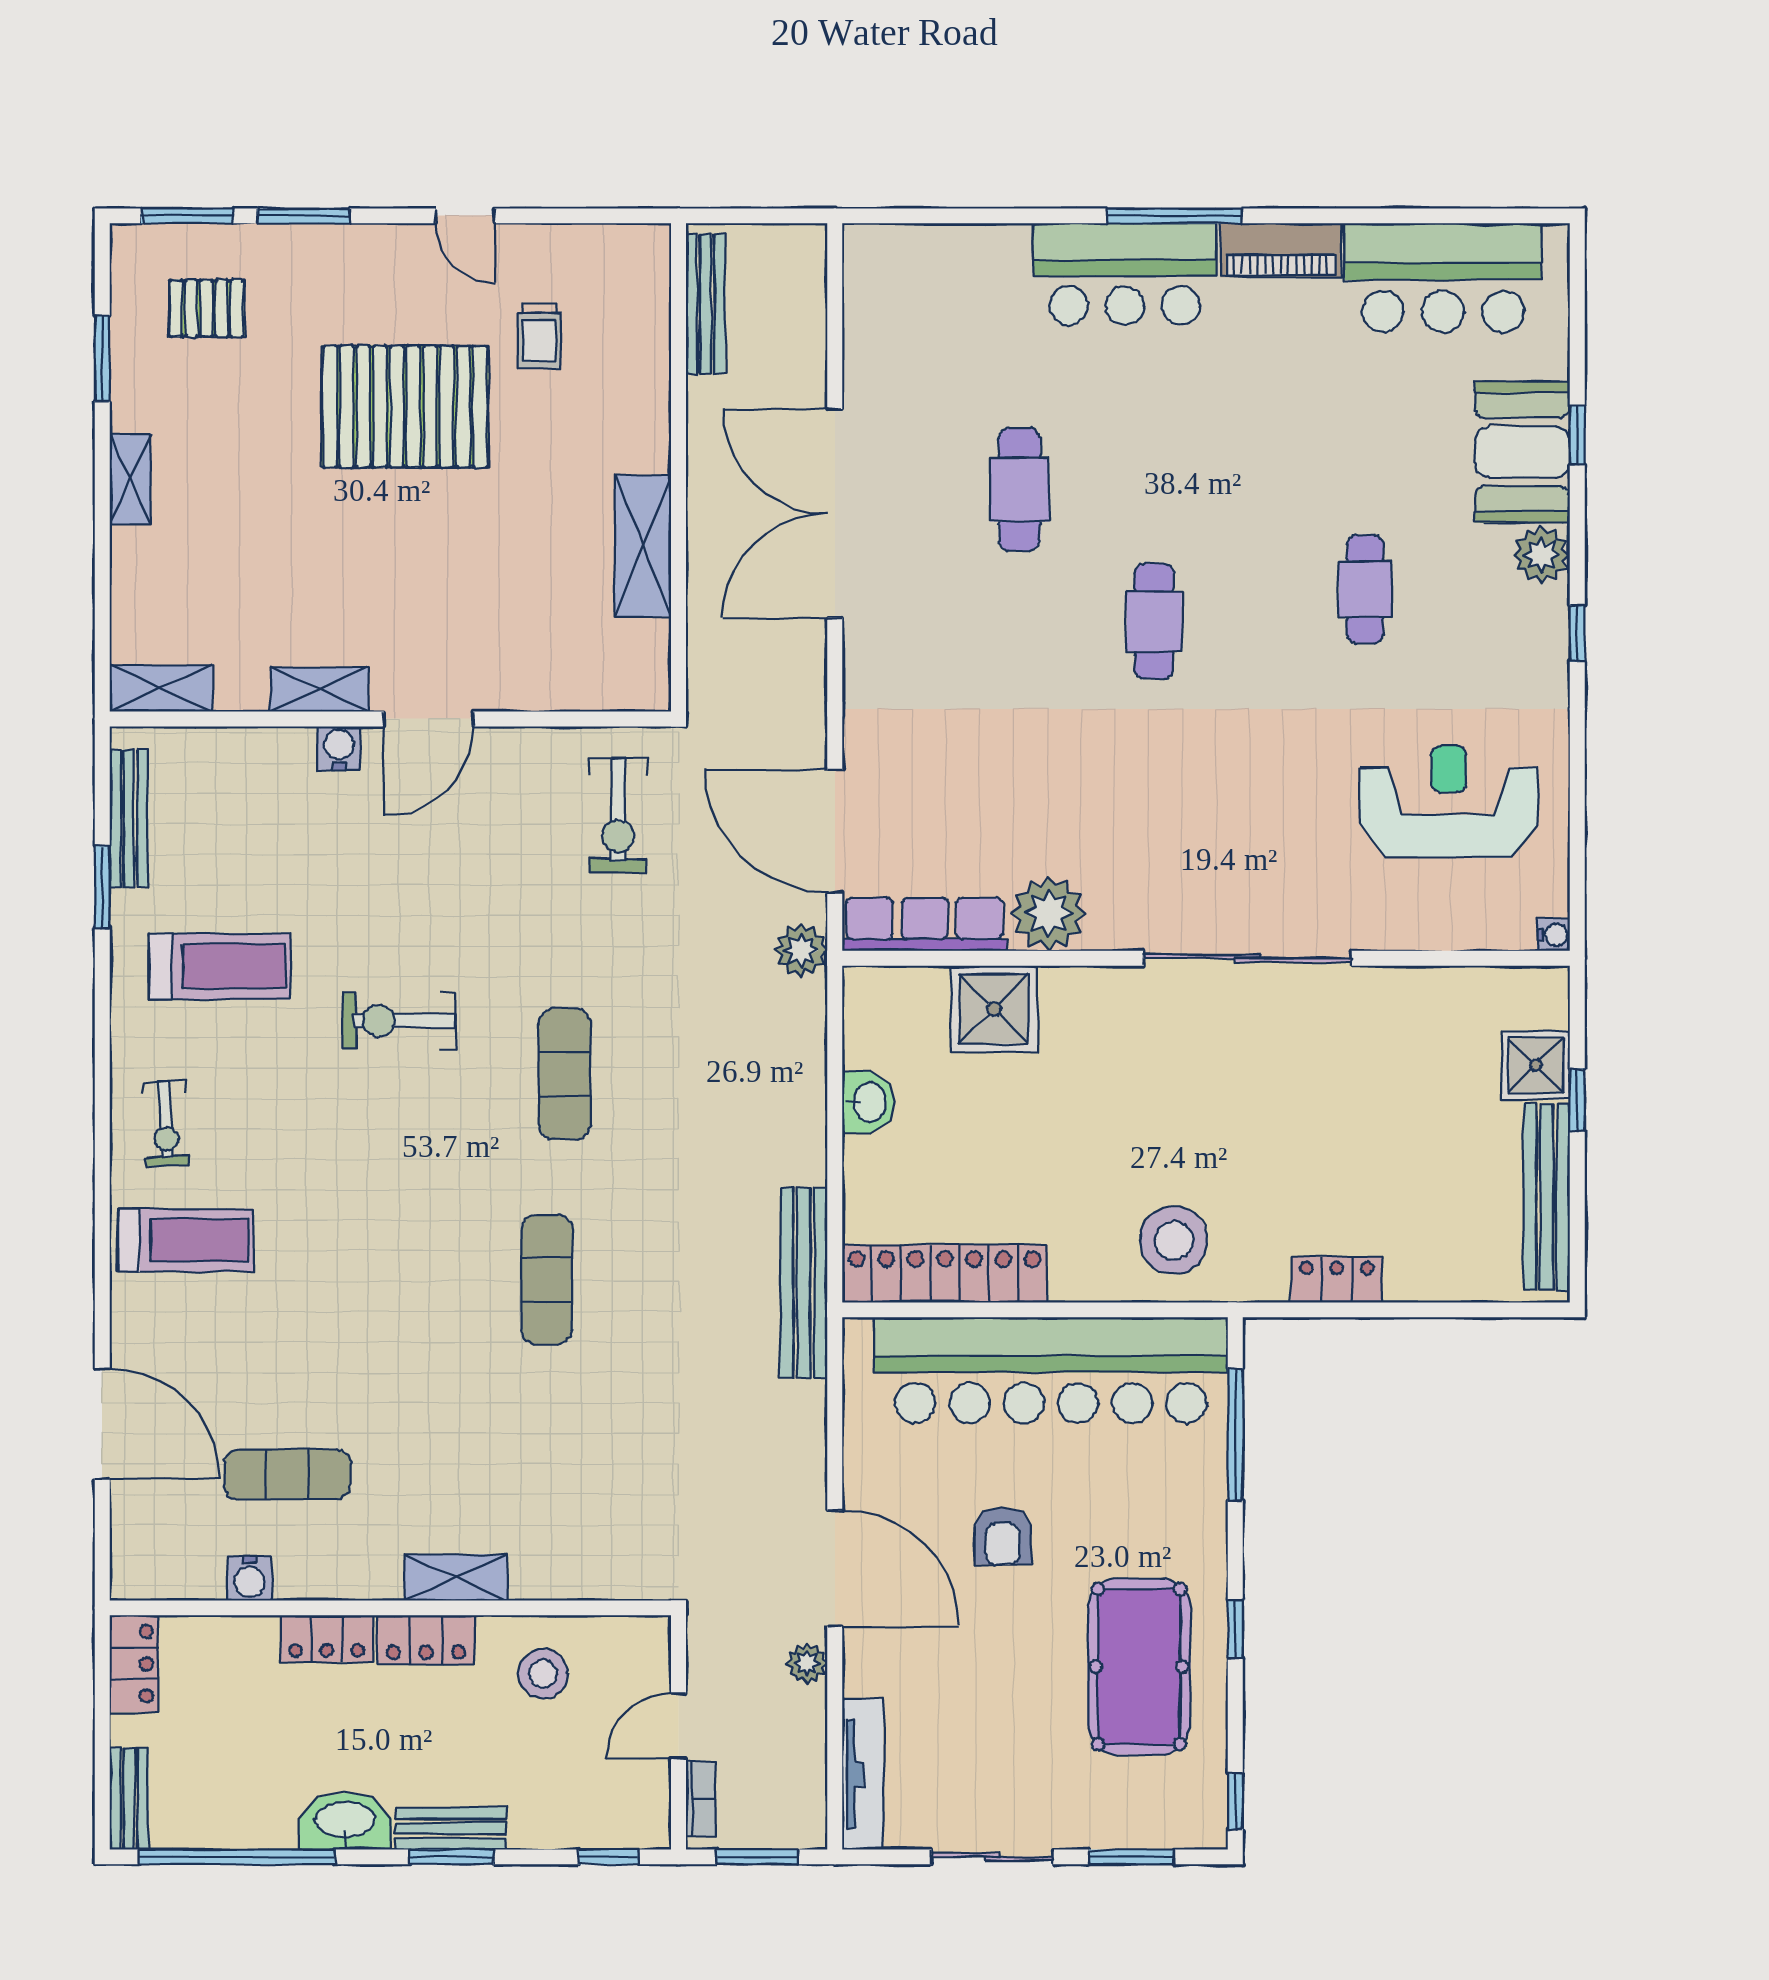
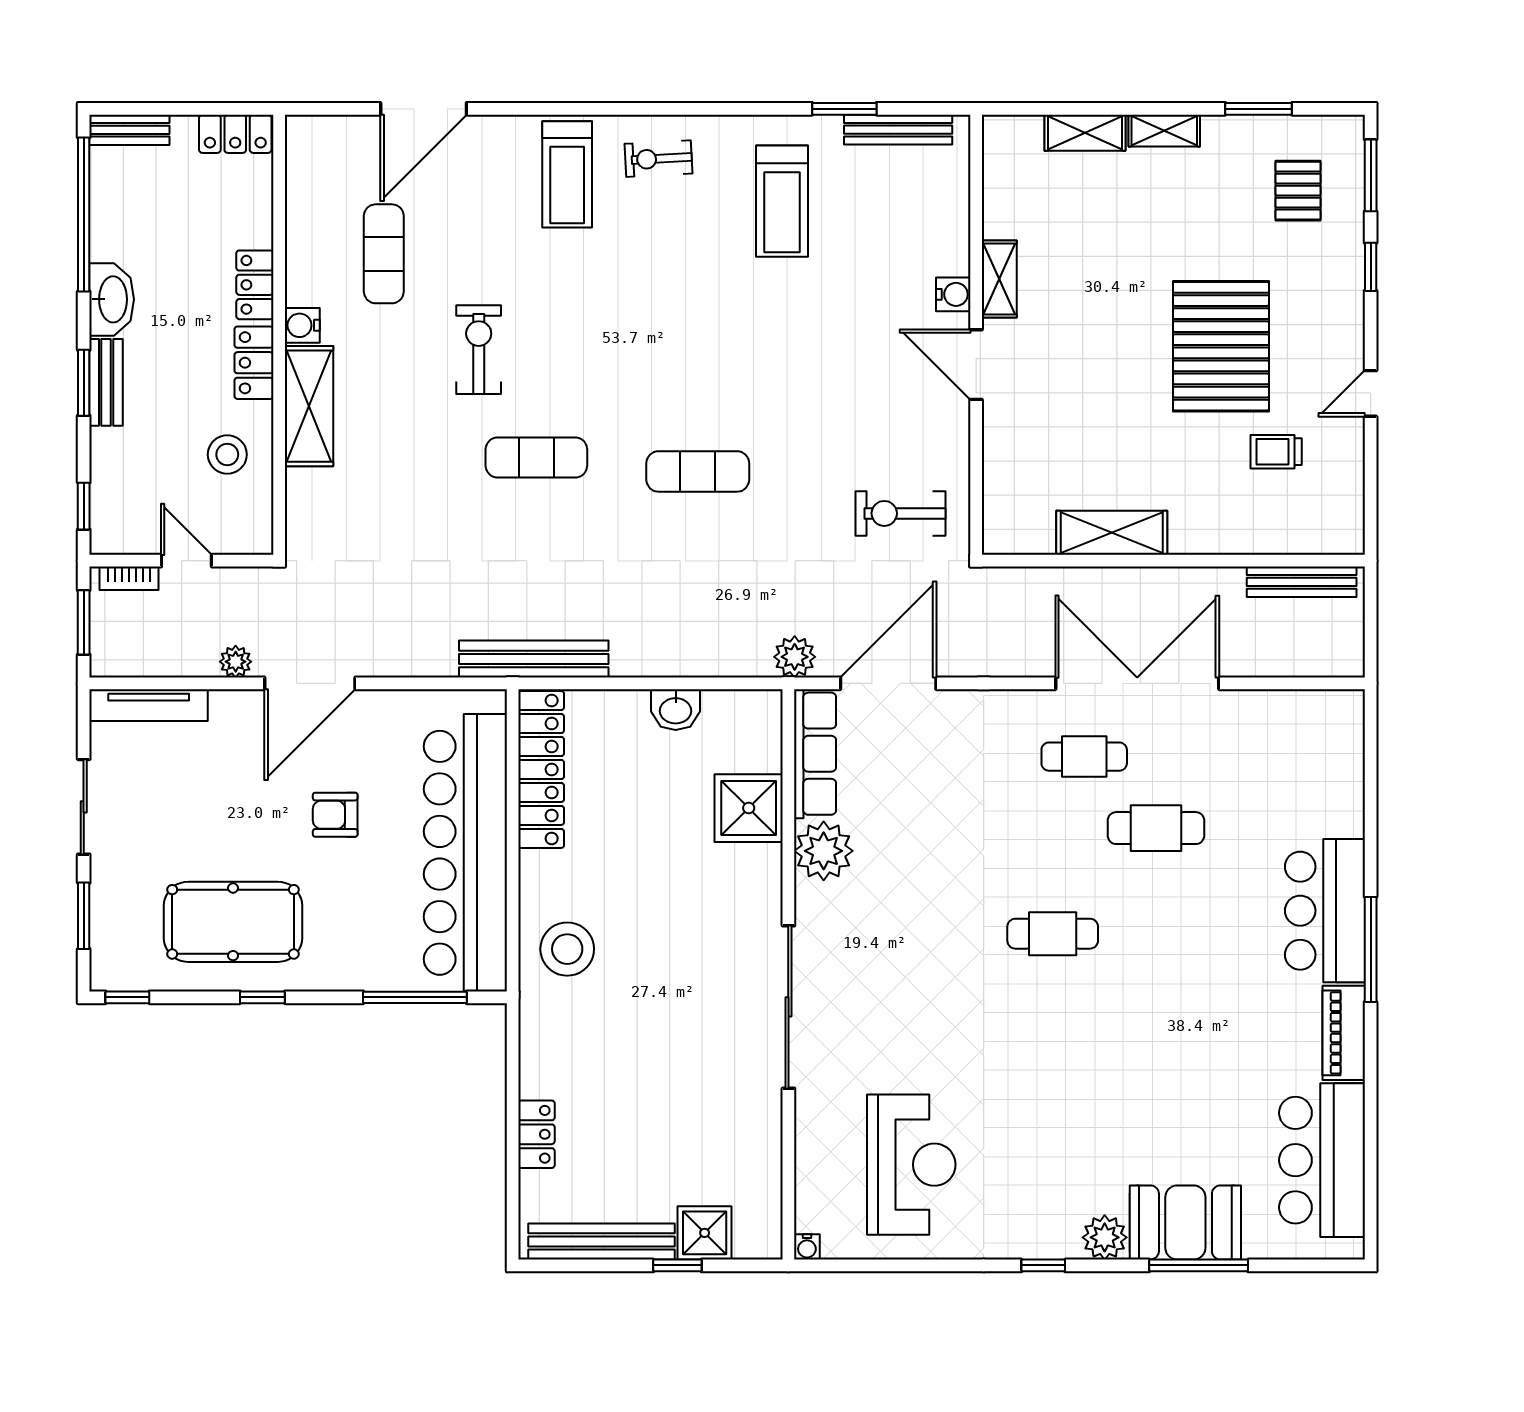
window: (304, 216) -> (1371, 267), width x0.67
window: (1577, 435) -> (1199, 1265), width x2.17
cafe table: (1365, 589) -> (1084, 757), moved
shelving: (161, 688) -> (1085, 133), moved, turned 90
exercise bike: (399, 1021) -> (479, 350), moved
locker: (1337, 1280) -> (536, 1134), moved
shelving: (456, 1577) -> (309, 406), width x1.50, depth x1.33
water cooler: (250, 1578) -> (302, 325), moved

